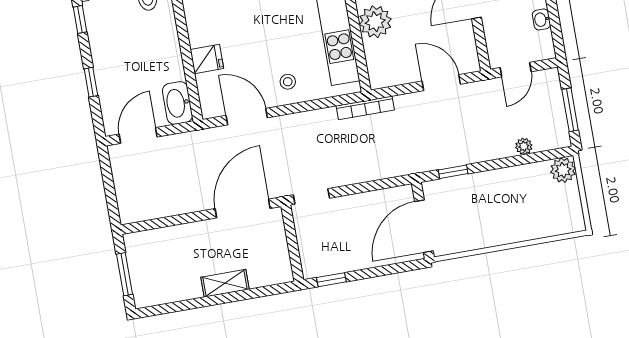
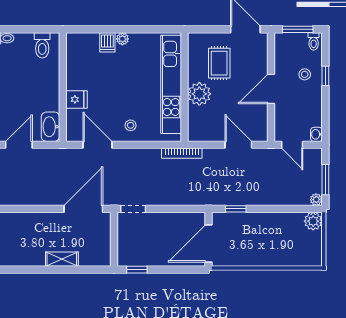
washbasin: (541, 19) -> (316, 134), moved
door: (516, 70) -> (292, 145), hinge flipped
plant: (524, 146) -> (316, 200), moved

